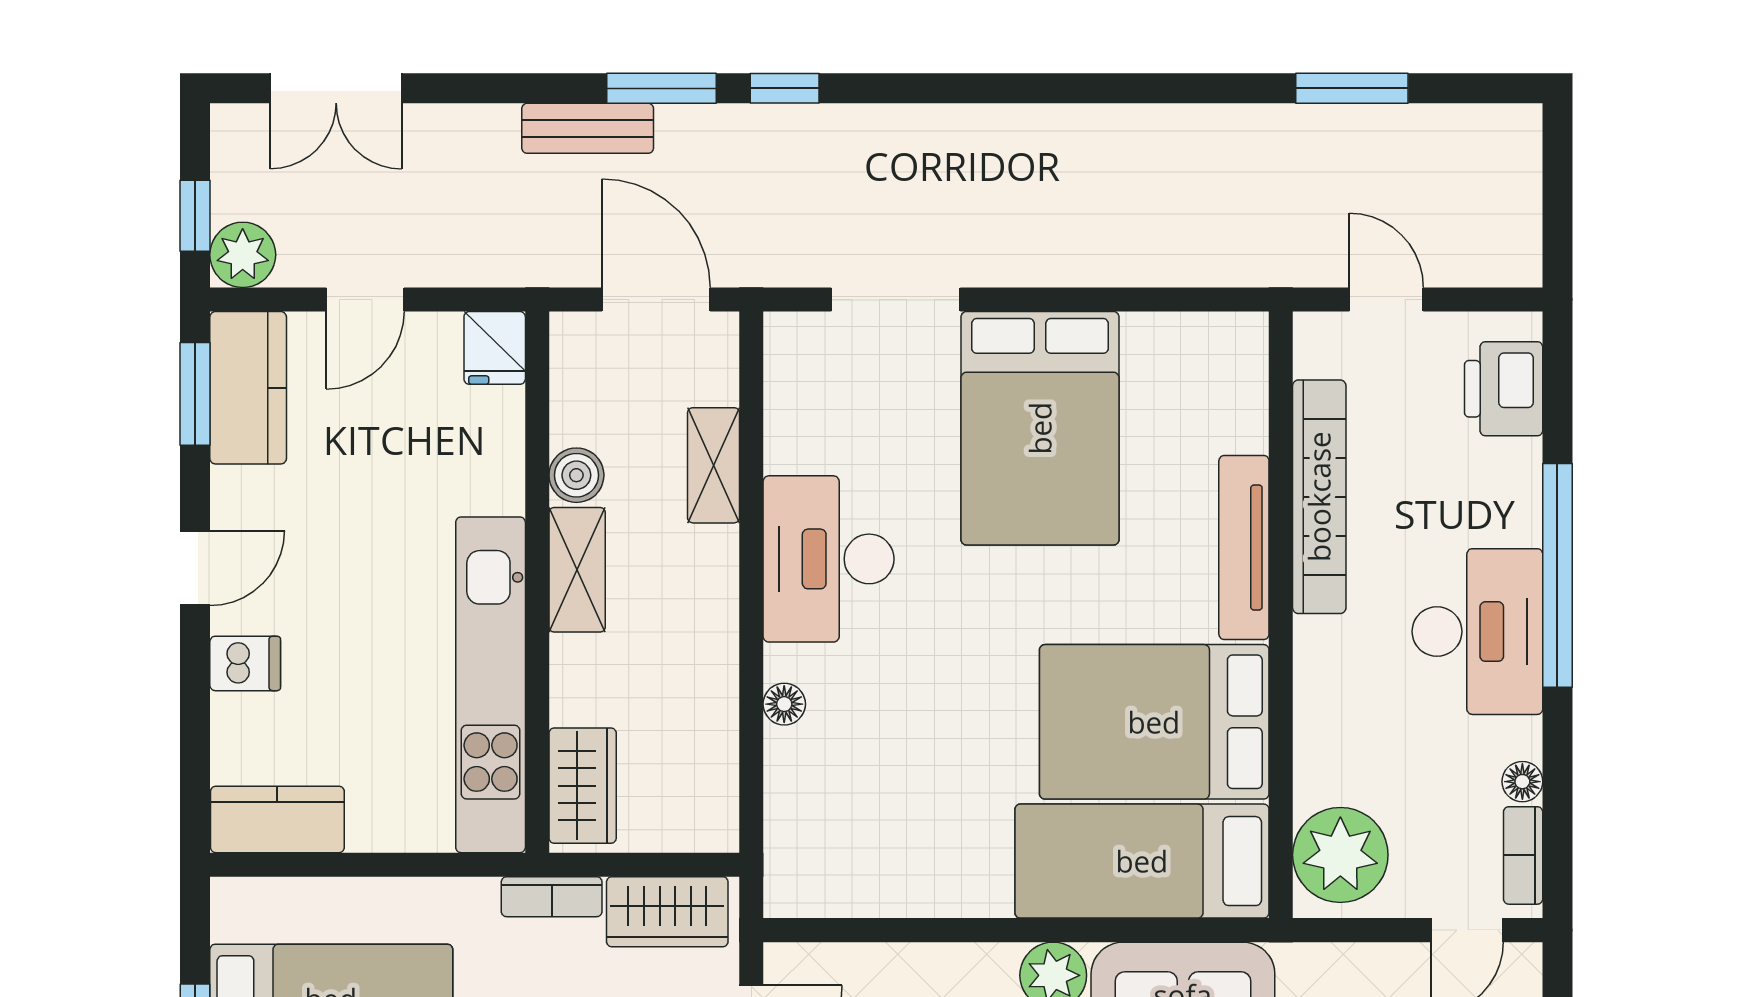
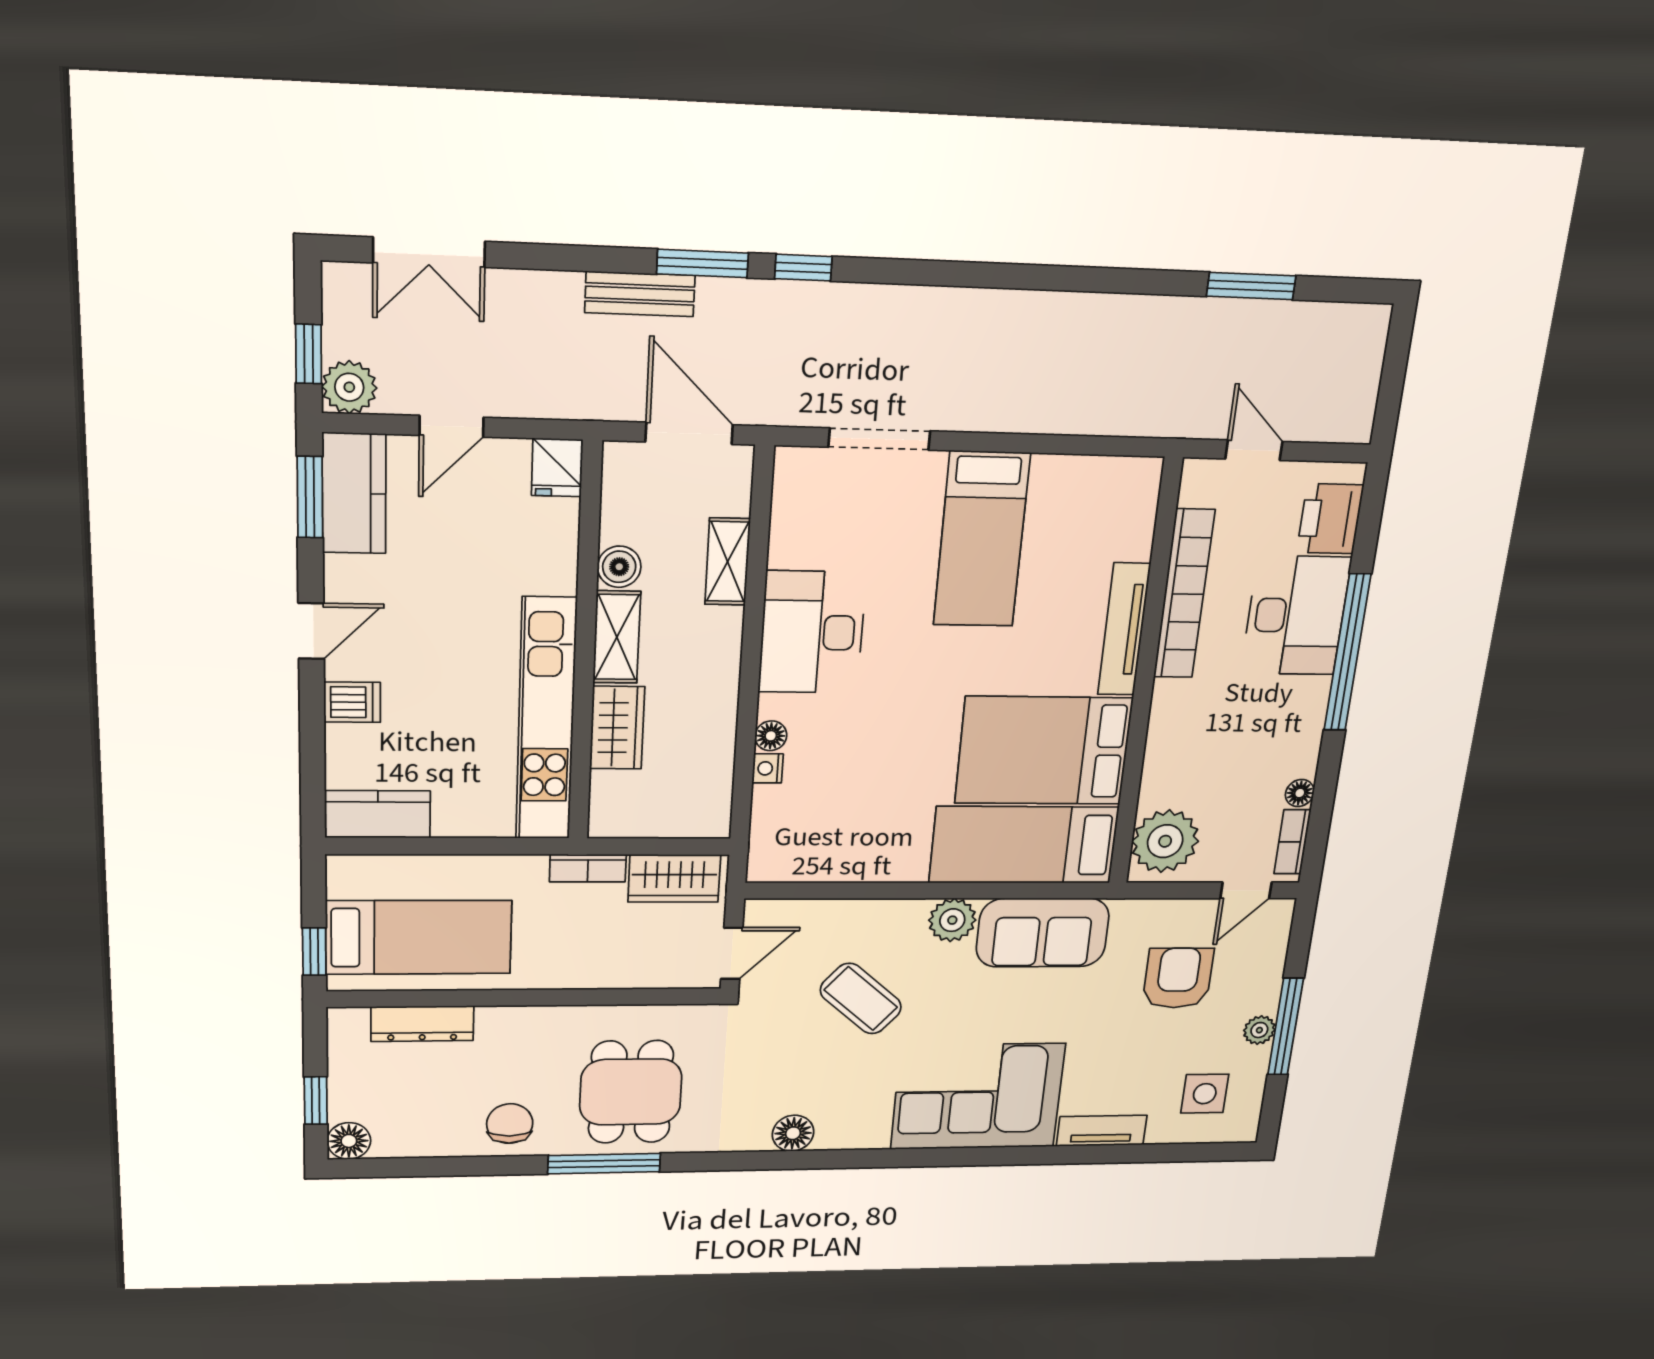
bed: (1040, 428) -> (982, 539), width x0.67
desk: (1477, 632) -> (1296, 615), moved
nightstand: (783, 751) -> (768, 768), added
wardrobe: (583, 786) -> (617, 728), moved

